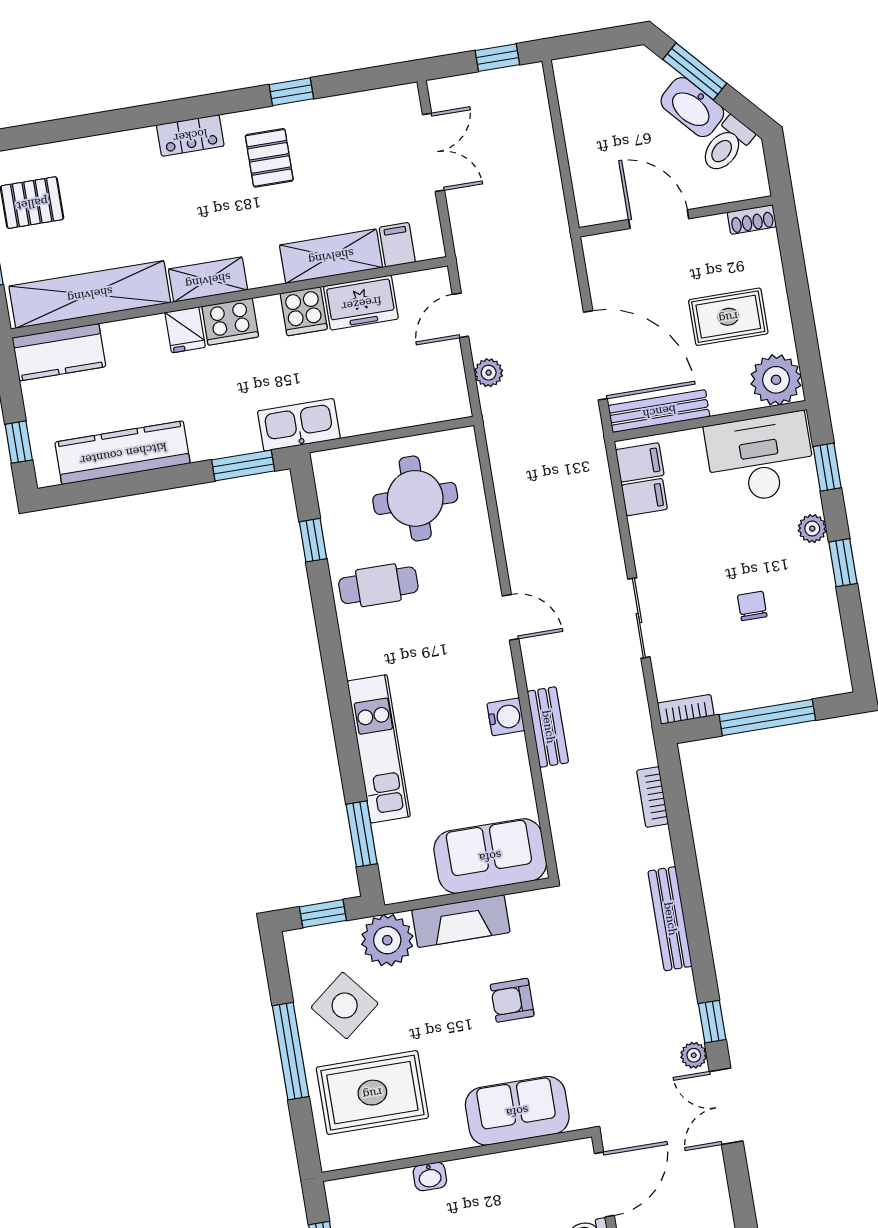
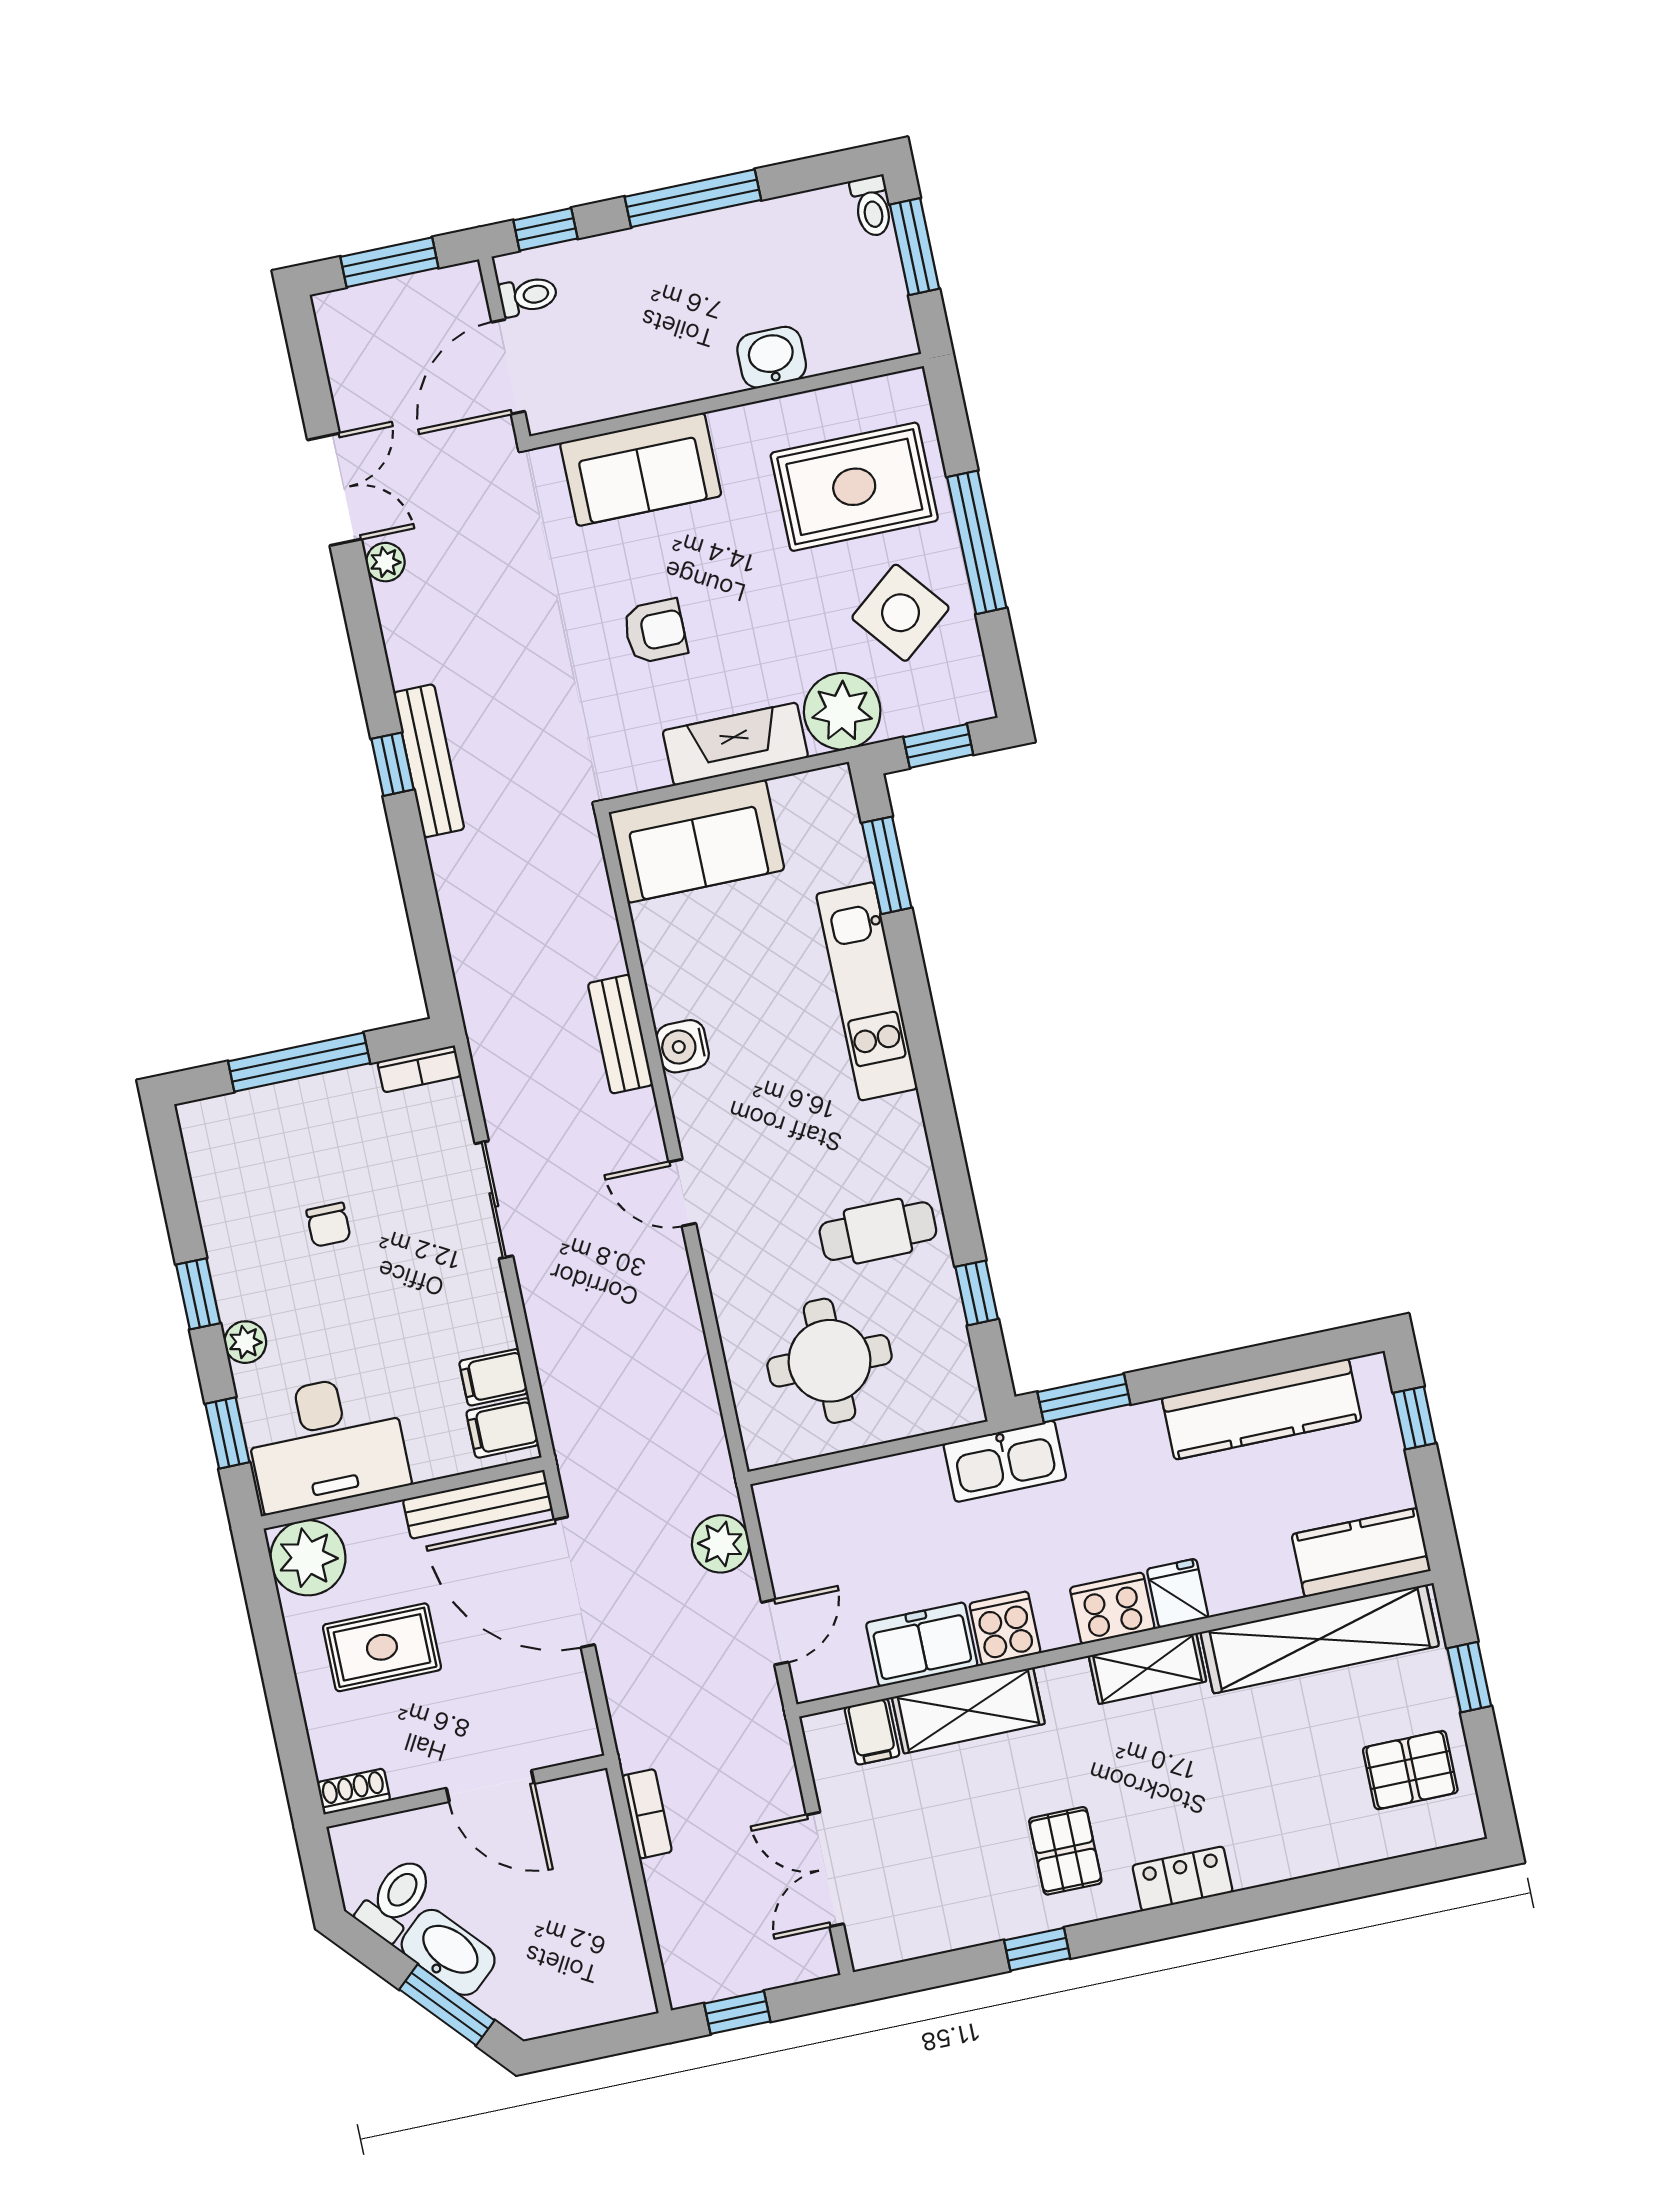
plant: (489, 373) -> (721, 1544), width x1.38, depth x1.38
bookcase: (653, 797) -> (647, 1814), moved
window: (712, 1022) -> (392, 764), moved
washbasin: (430, 1176) -> (772, 357), width x1.38, depth x1.45

